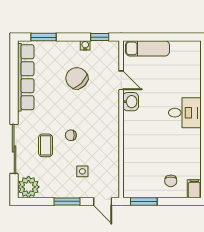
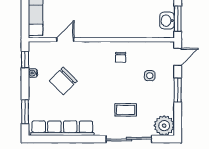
washbasin: (131, 102) -> (167, 21), moved, turned -90
chair: (71, 135) -> (121, 57), moved

